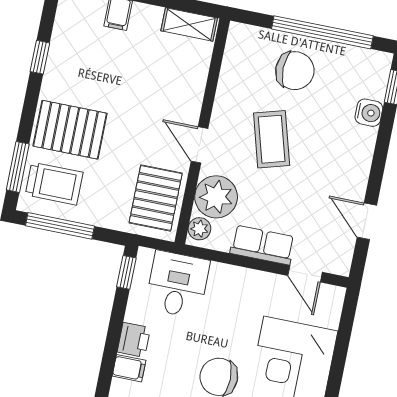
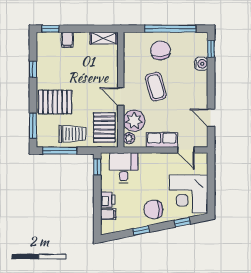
chair: (295, 71) -> (160, 50), turned -96
trolley: (54, 184) -> (72, 134), moved

